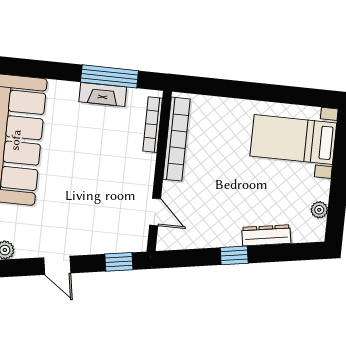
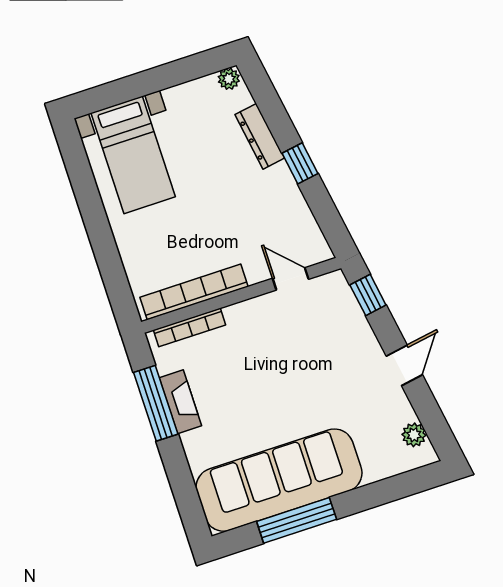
plant: (319, 210) -> (229, 79), moved
door: (155, 212) -> (291, 279), hinge flipped

